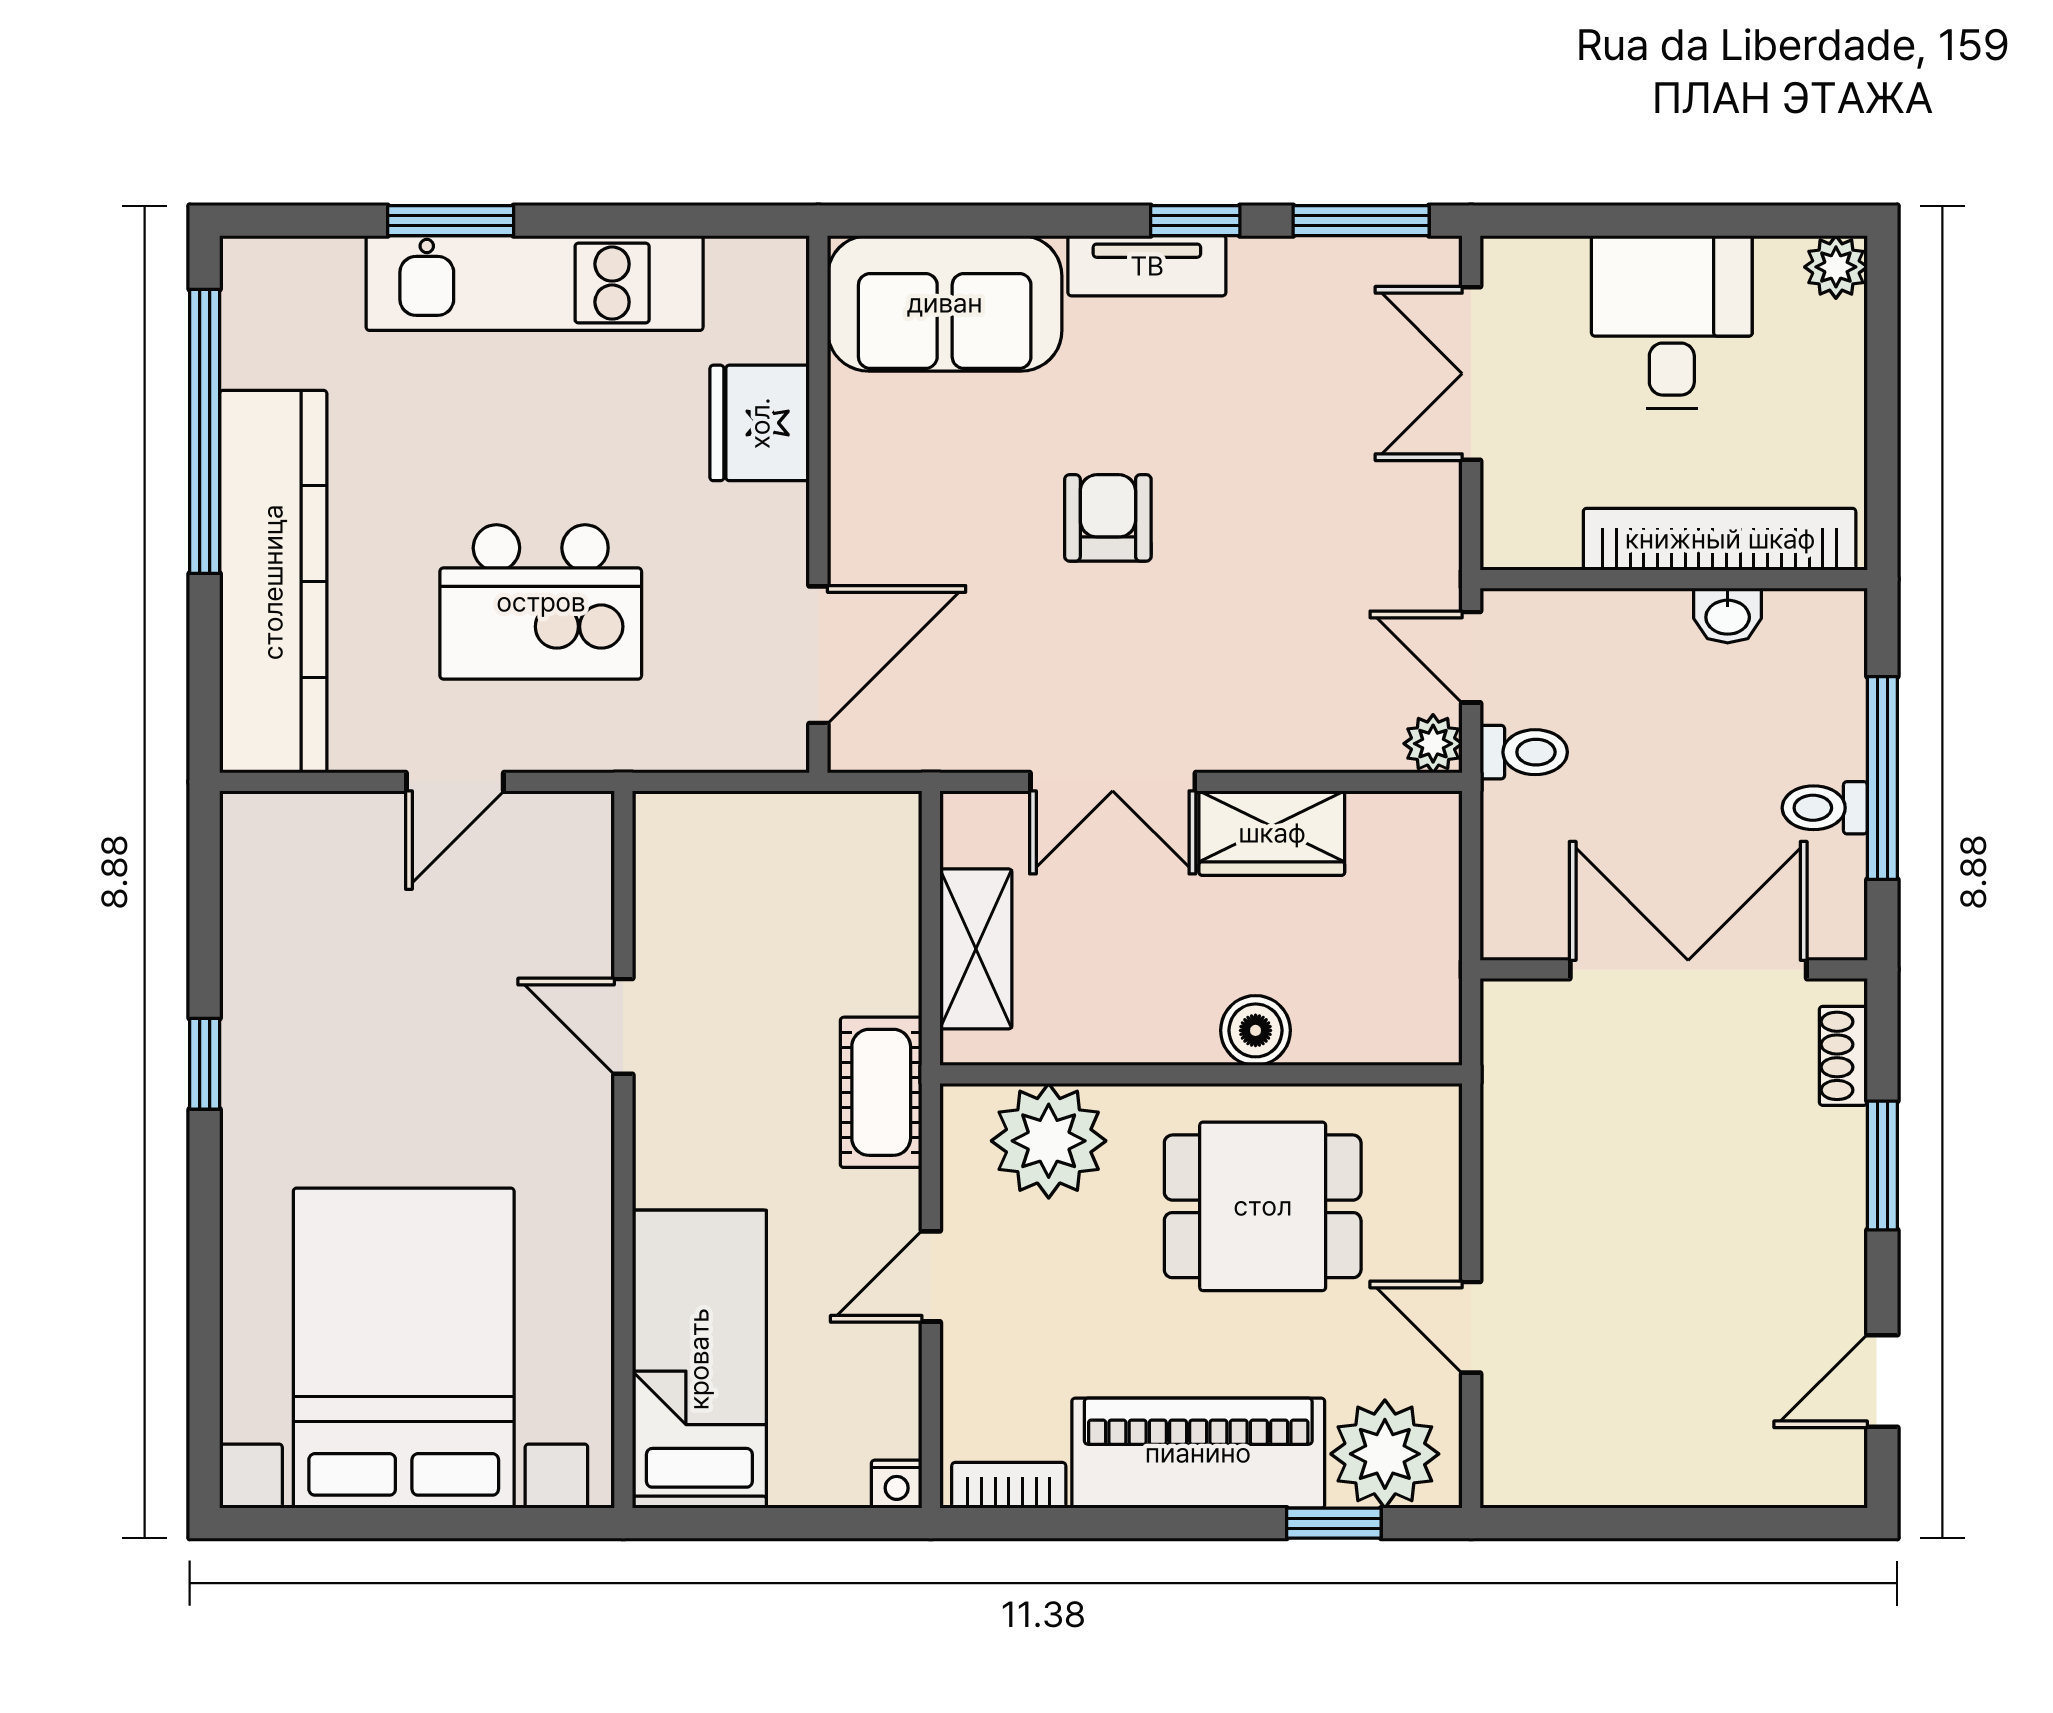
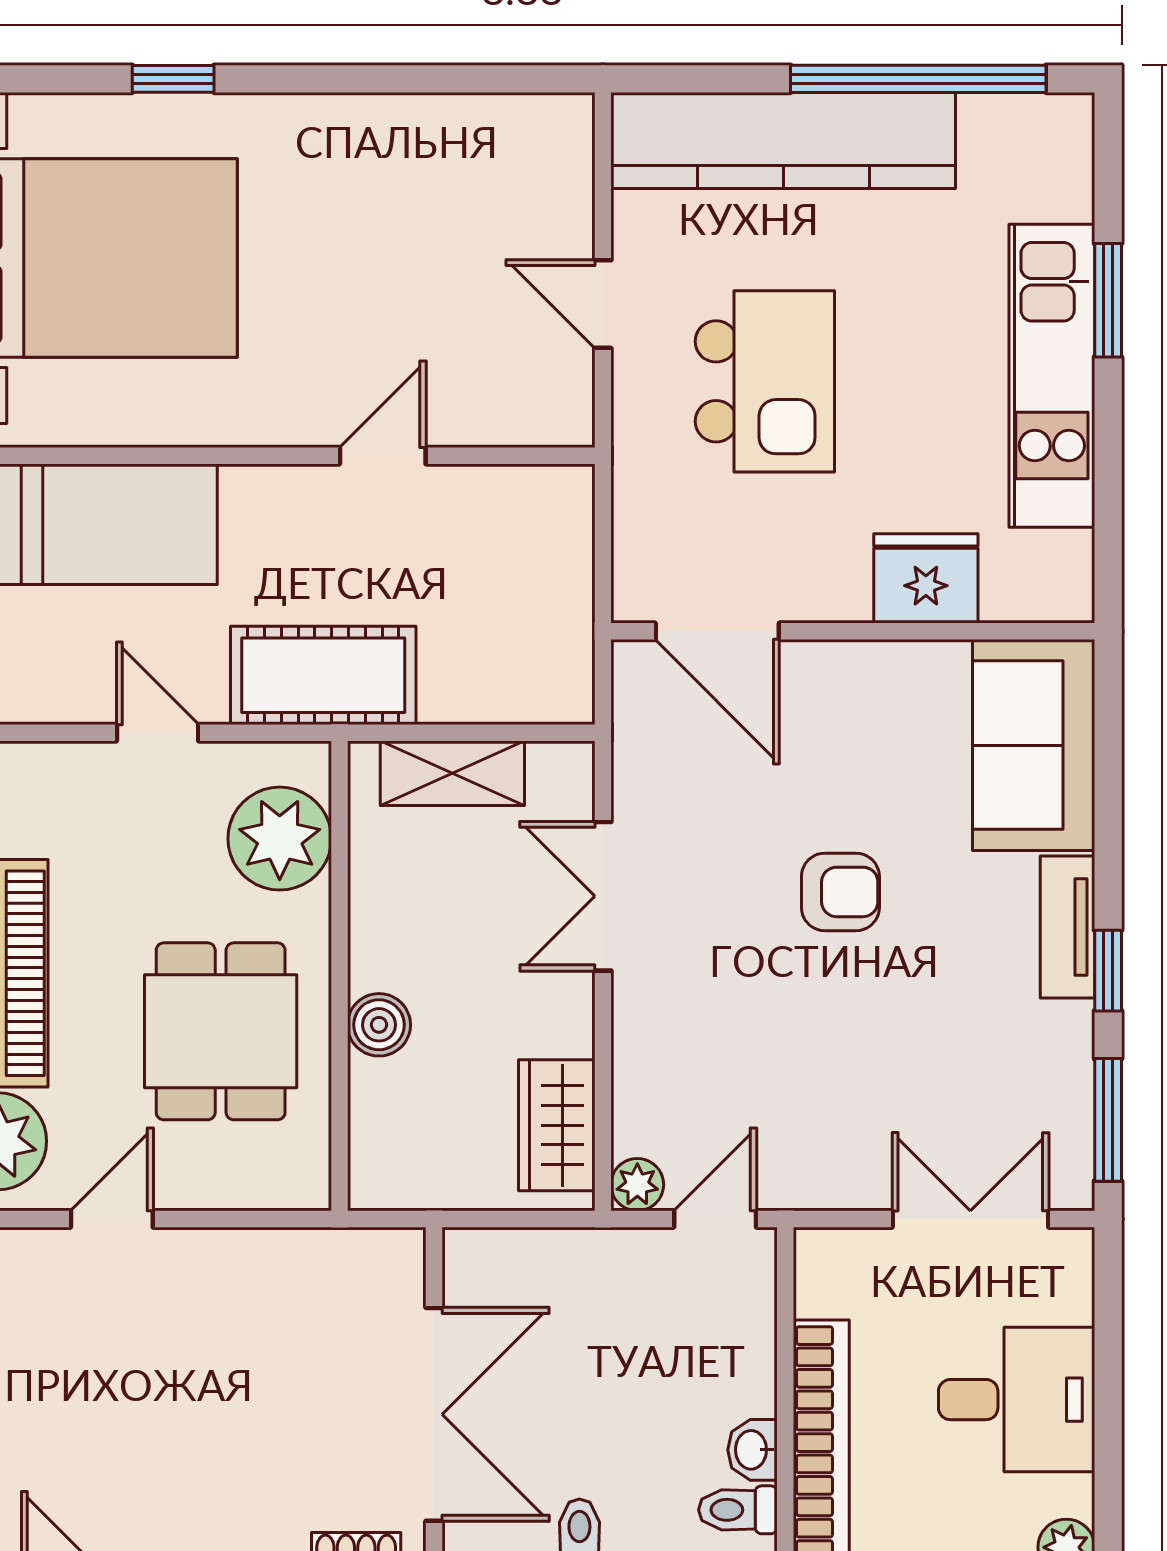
kitchen island: (541, 602) -> (765, 381), turned 180
toilet: (1524, 752) -> (738, 1510), moved, turned 90
wardrobe: (1272, 833) -> (557, 1125), moved
window: (205, 1064) -> (173, 79), moved
cot: (881, 1092) -> (323, 675), width x1.37, depth x1.34

